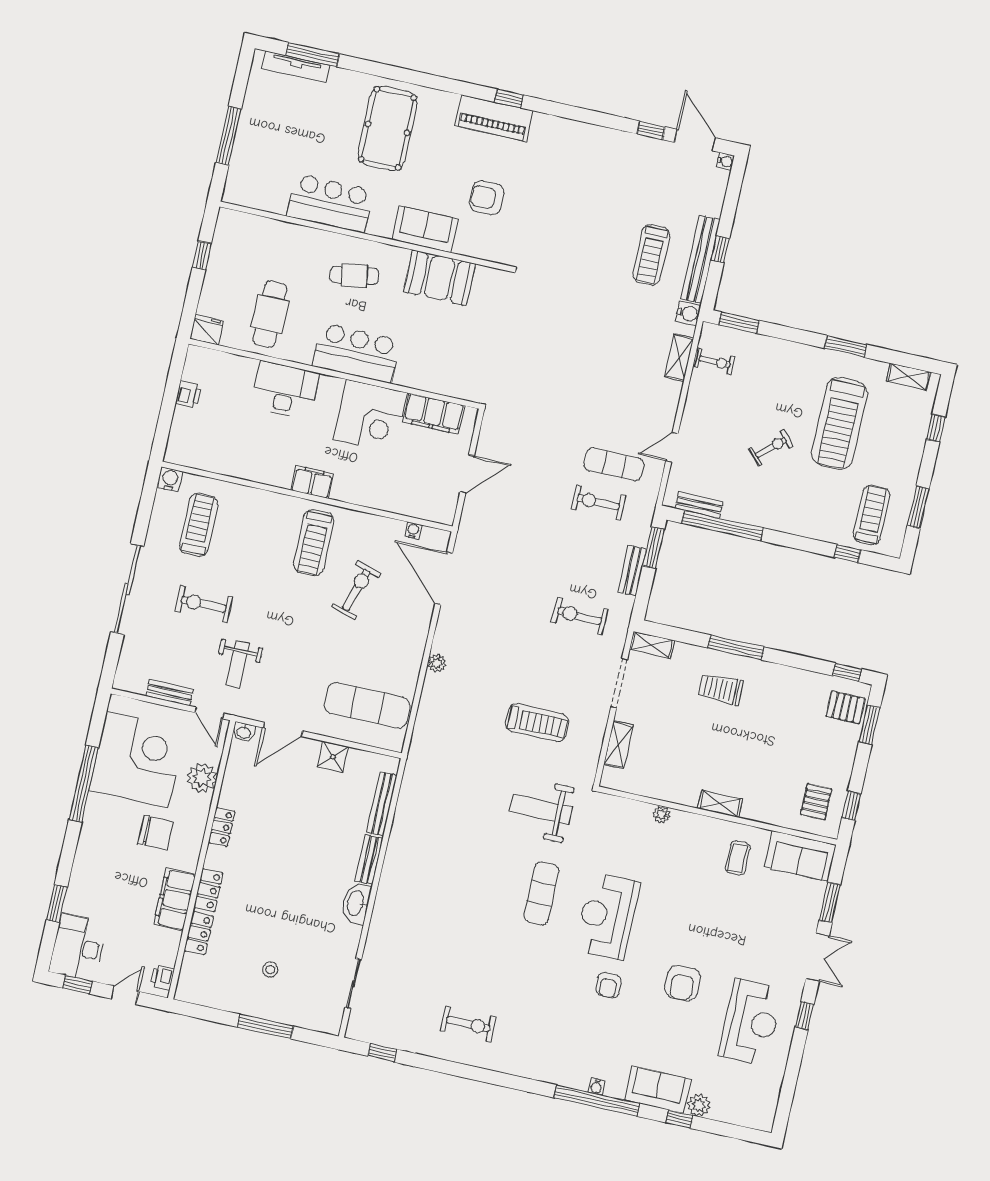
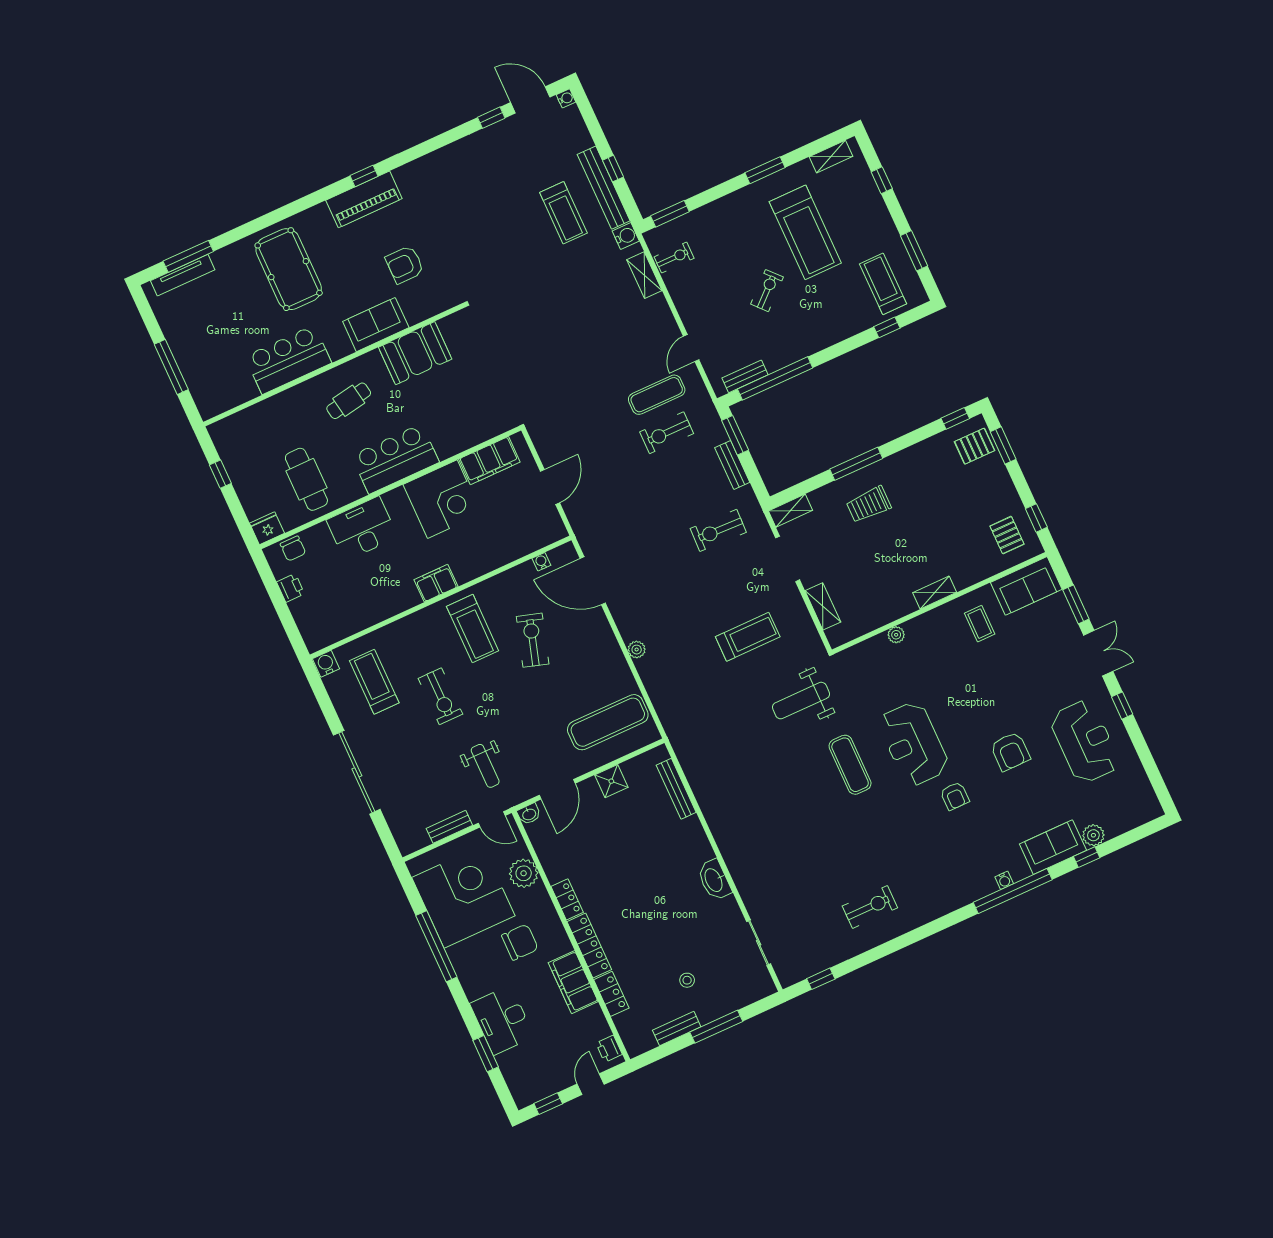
chair: (215, 363) -> (293, 549), added
exercise bike: (204, 604) -> (440, 696), moved, turned -90
bench: (369, 860) -> (677, 1028), moved, turned 90
locker: (209, 890) -> (589, 946), width x1.53
desk: (78, 947) -> (502, 1020), moved

